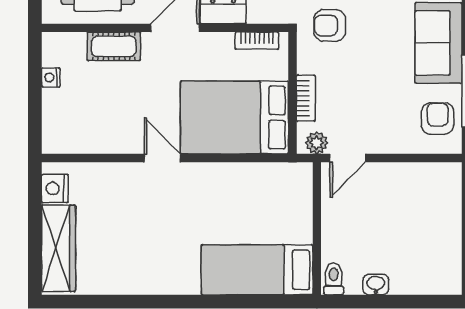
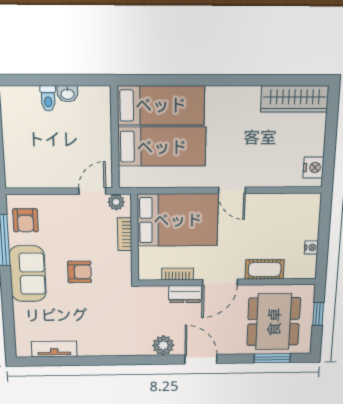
armchair: (330, 25) -> (79, 272), moved
bookcase: (257, 41) -> (178, 274), moved
bed: (256, 217) -> (162, 147), added
wardrobe: (58, 248) -> (295, 99), moved, turned -90
toilet: (334, 279) -> (48, 98), moved

